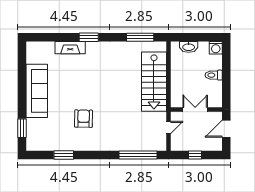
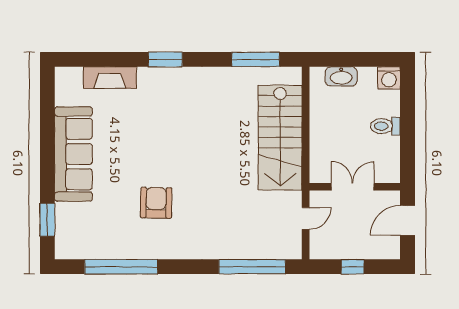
fireplace: (70, 48) -> (110, 78), moved
window: (64, 155) -> (121, 267), width x2.11

